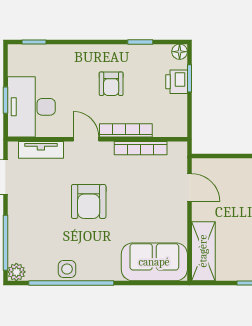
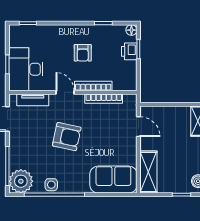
armchair: (89, 201) -> (67, 137), turned -78
plant: (16, 272) -> (21, 181), width x1.87, depth x1.87

